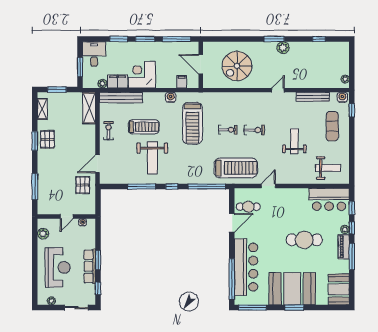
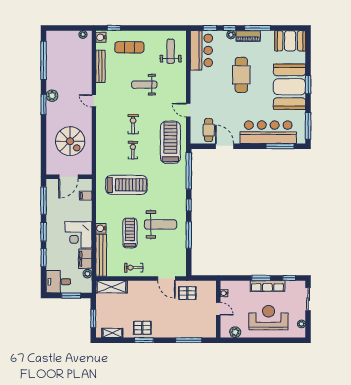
window: (319, 39) -> (44, 60), width x3.17
water cooler: (171, 97) -> (101, 228), moved
window: (232, 279) -> (280, 146), width x0.68

